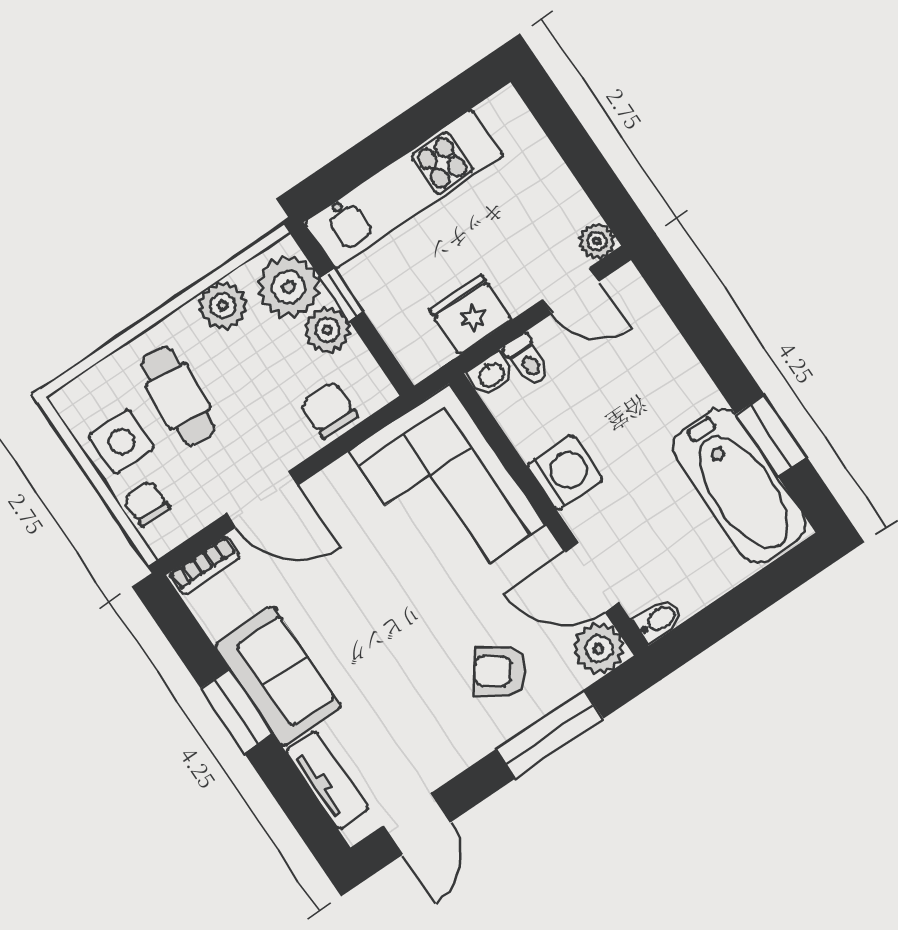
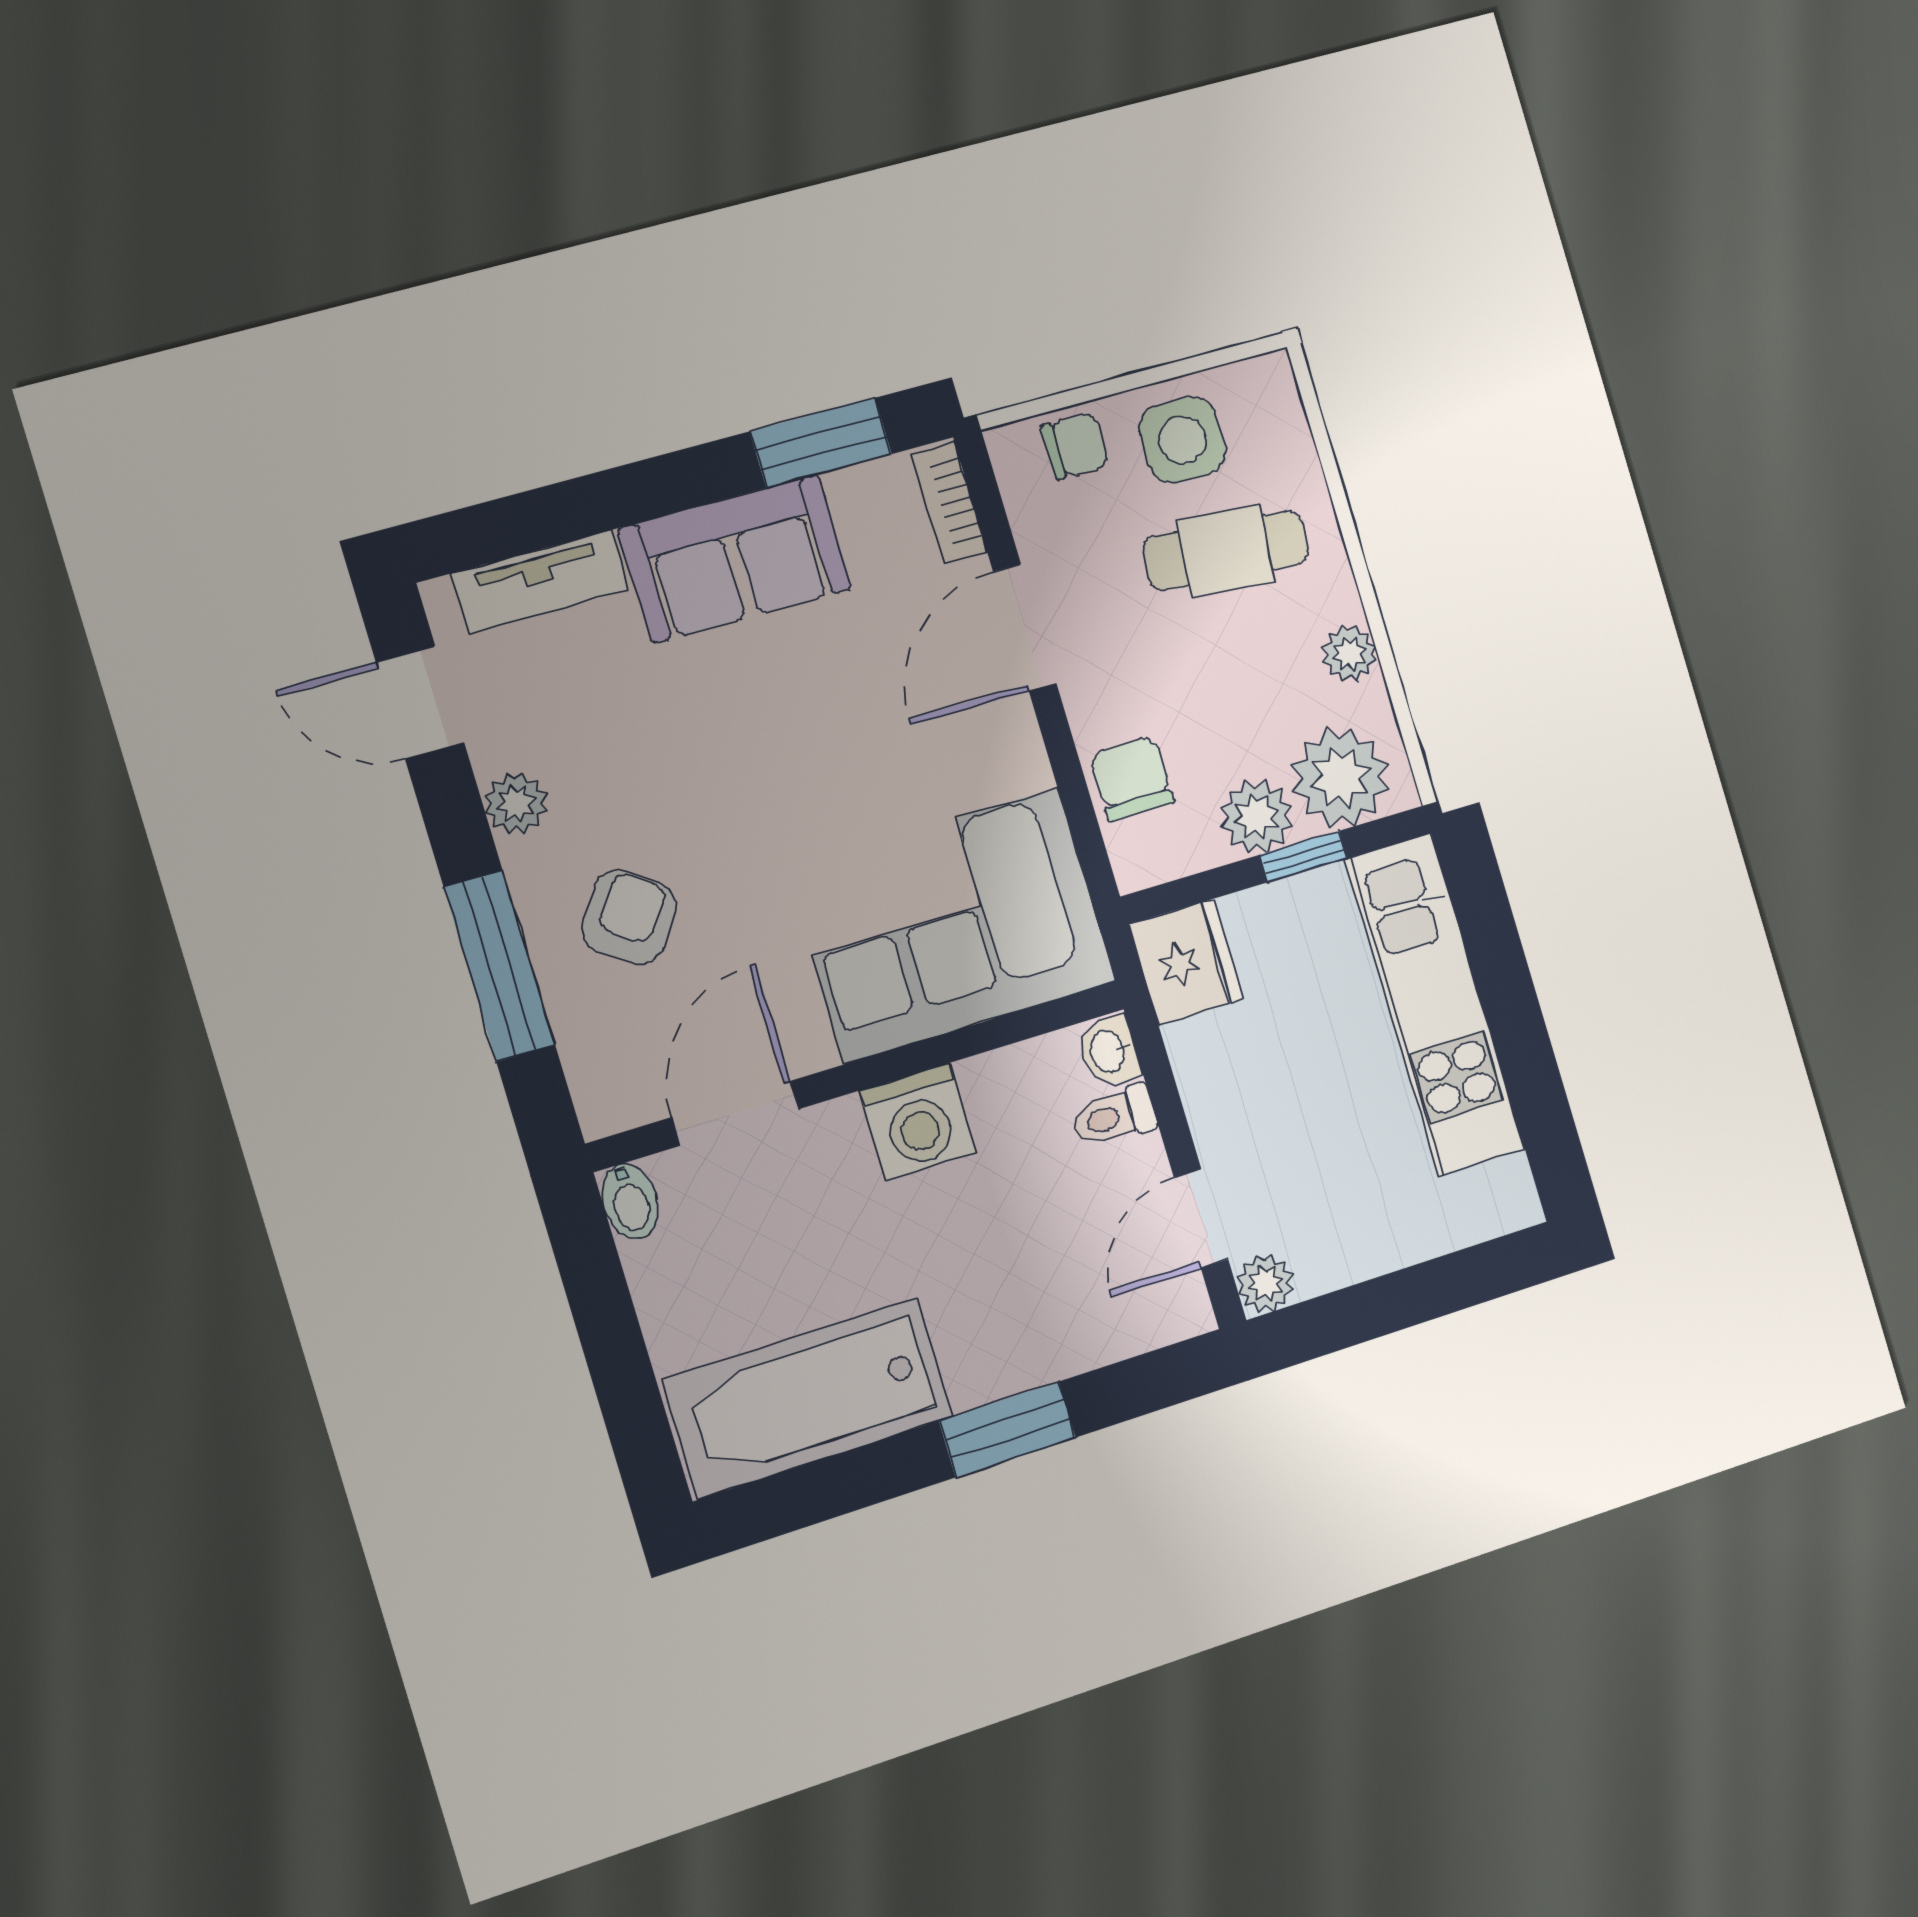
plant: (223, 306) -> (1349, 654), width x0.73, depth x0.73
fridge: (470, 315) -> (1186, 962), moved
chair: (329, 410) -> (1132, 779), turned -90
window: (771, 436) -> (1007, 1429), moved
plant: (599, 649) -> (516, 803), moved, width x0.73, depth x0.73
window: (237, 711) -> (821, 443), moved

